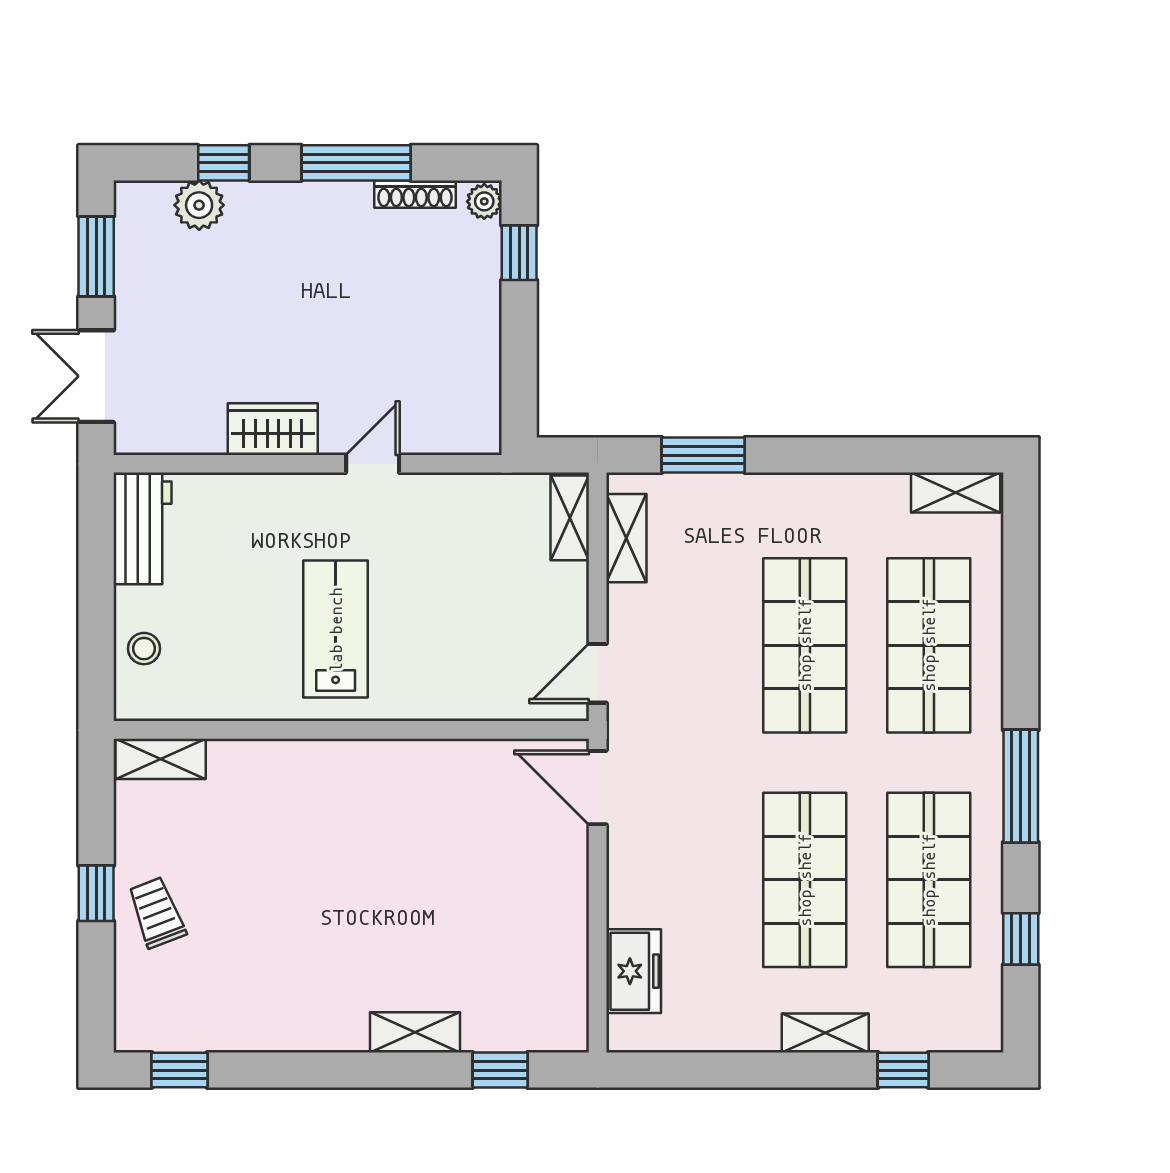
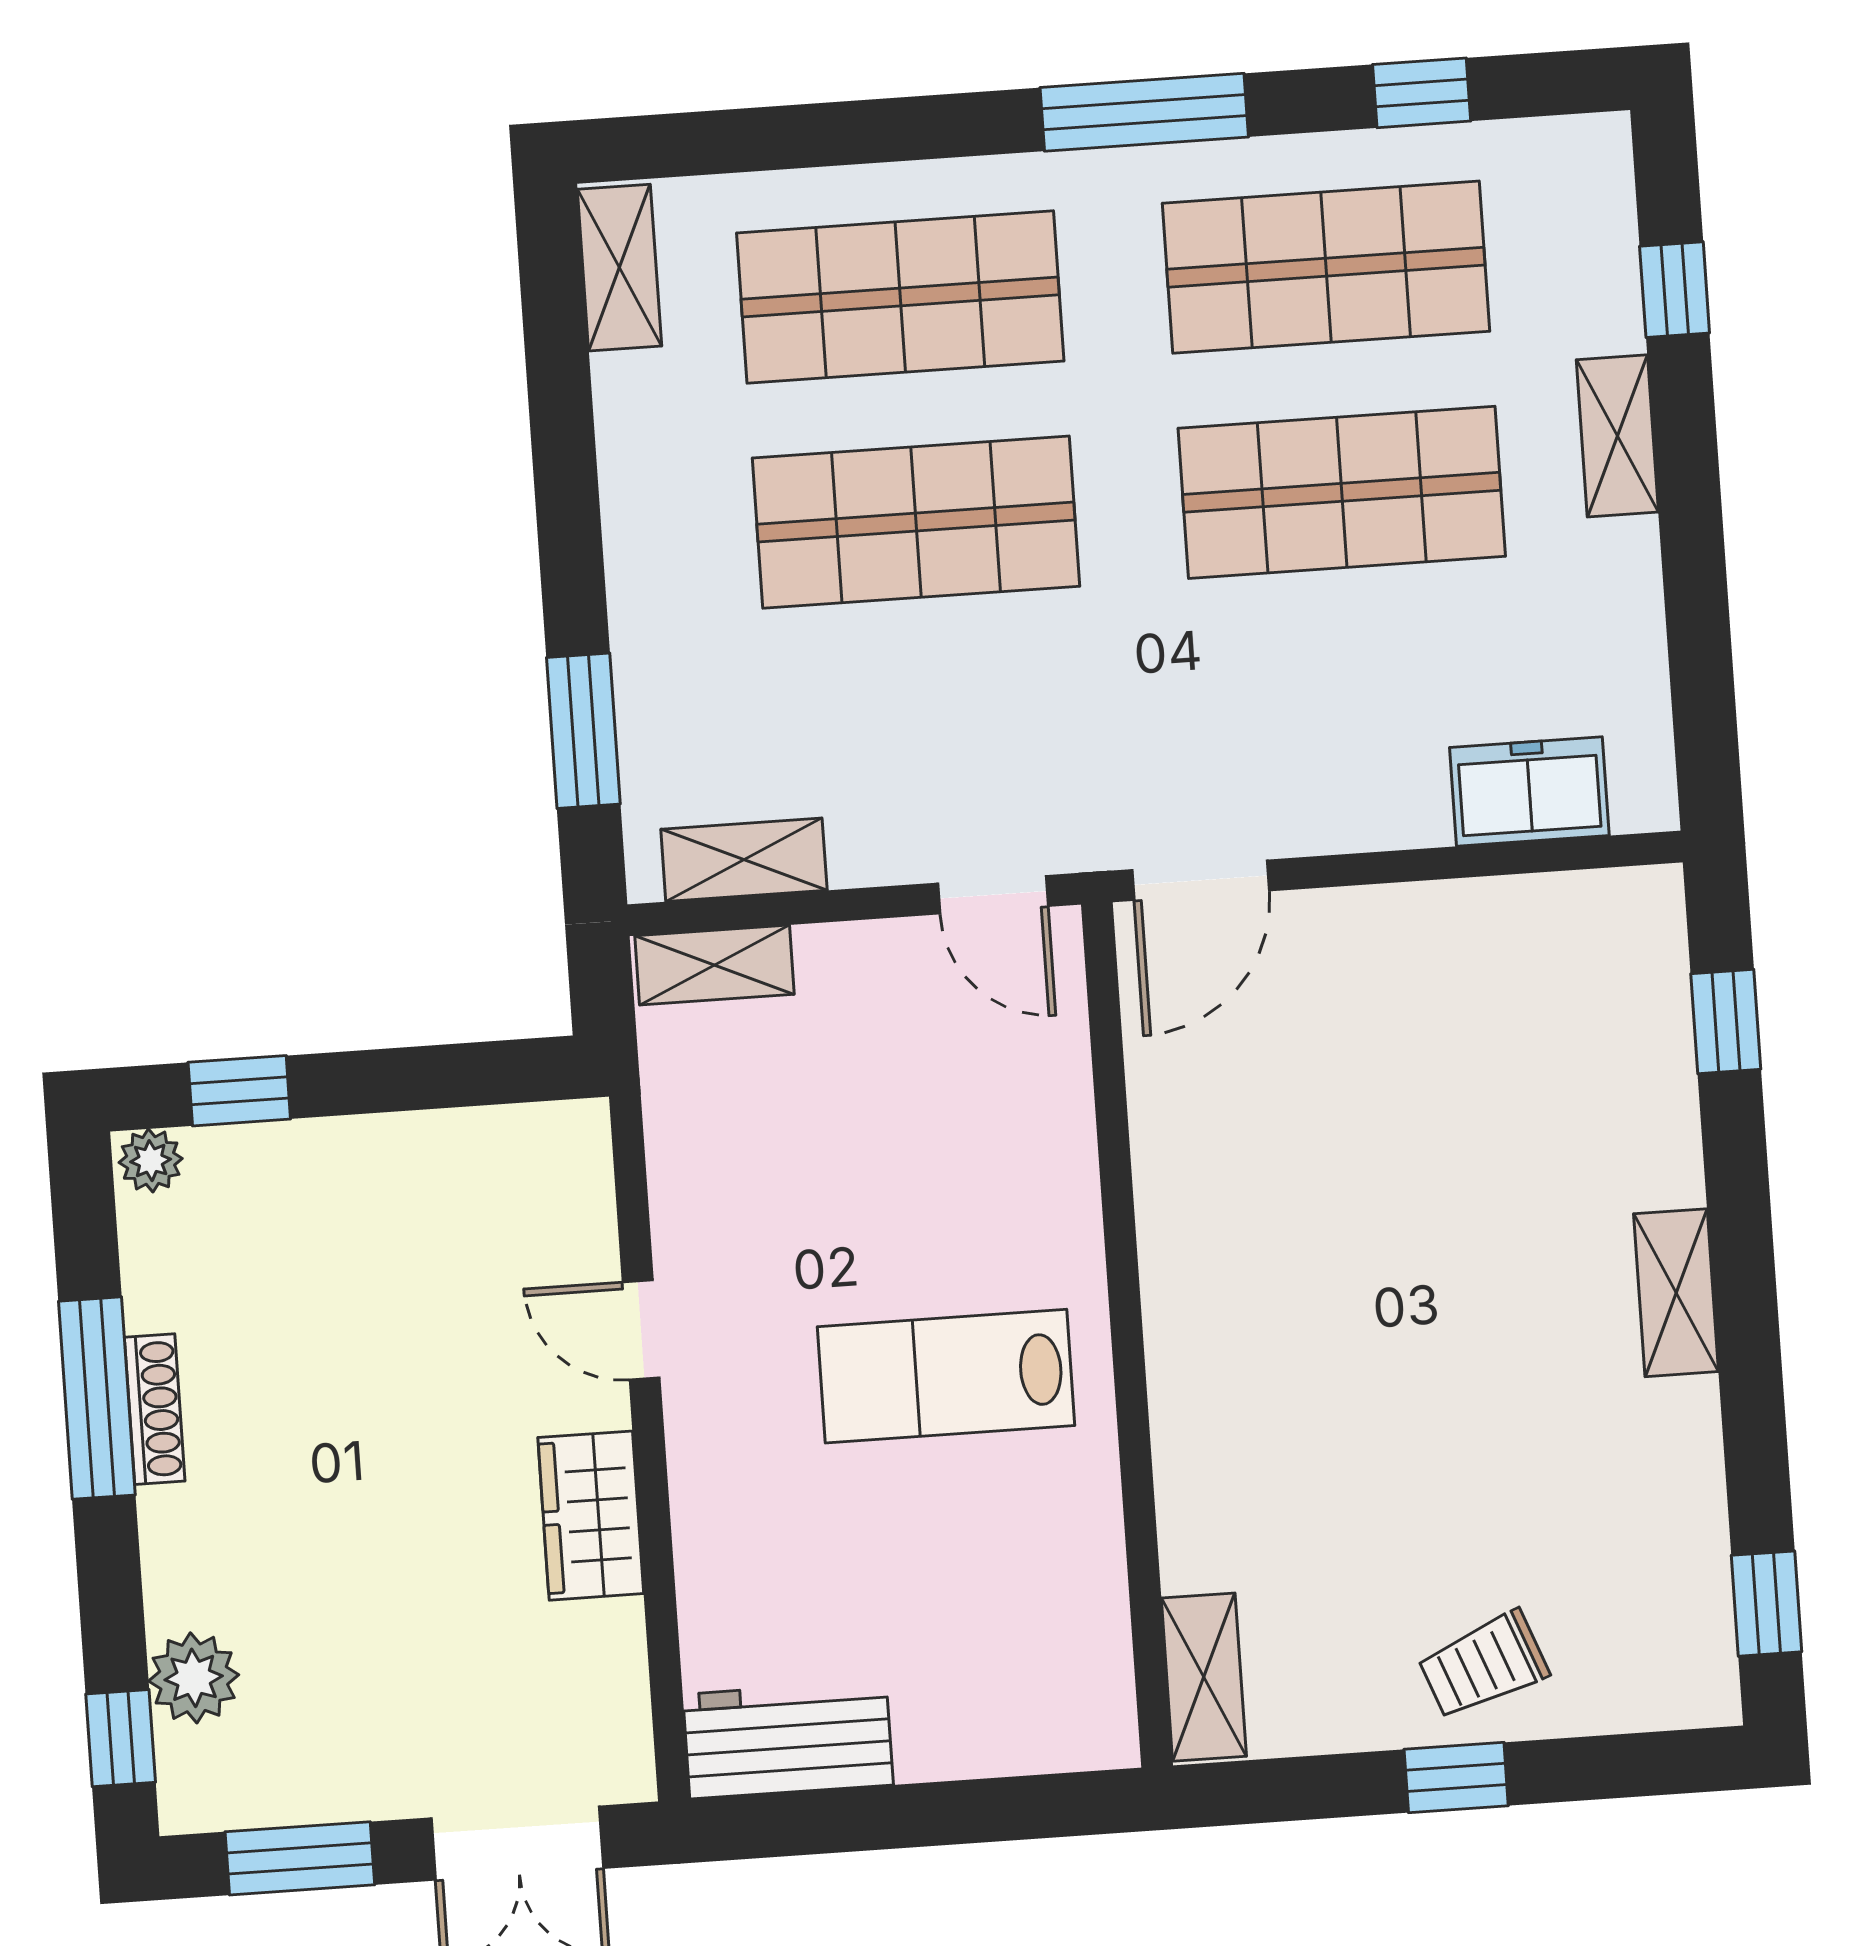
window: (224, 163) -> (121, 1738), moved
shoe rack: (415, 194) -> (155, 1409), moved
stool: (144, 649) -> (1006, 1722), removed
shelving: (415, 1032) -> (1676, 1293), moved

